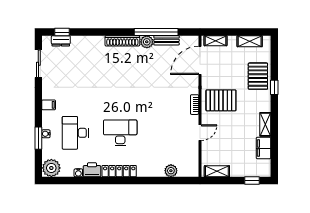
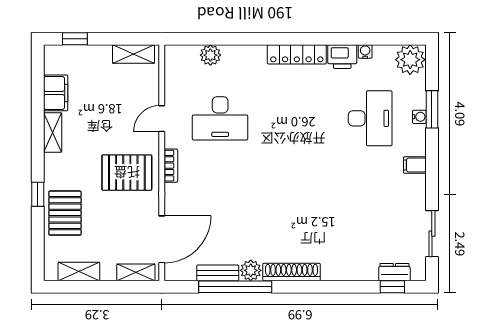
desk: (120, 133) -> (220, 118), moved

